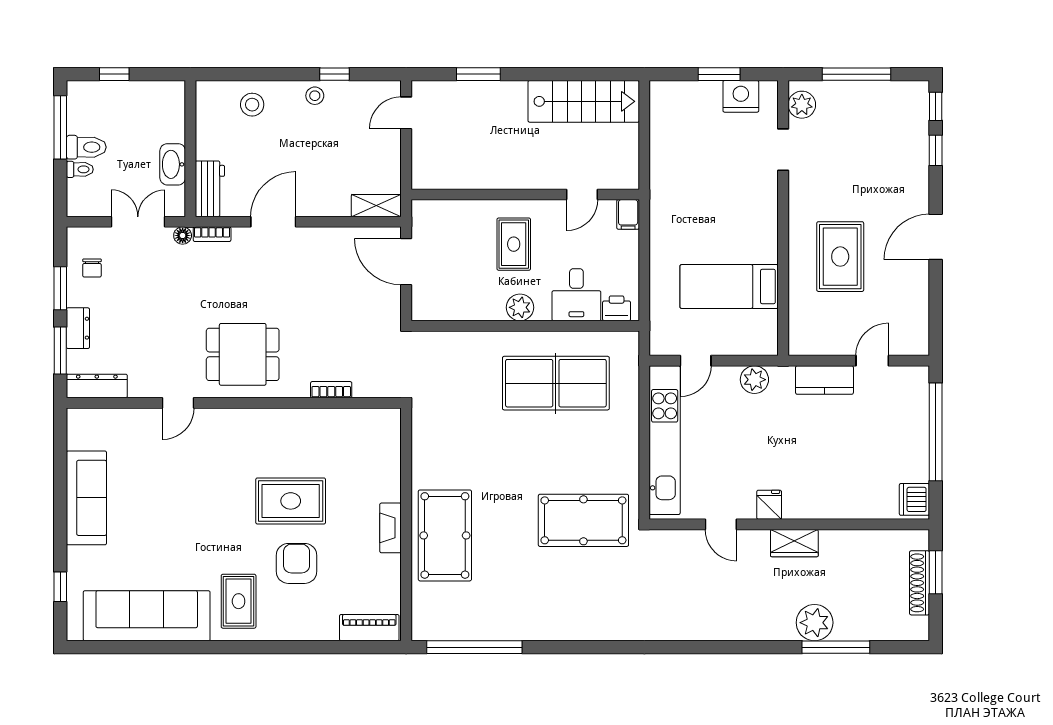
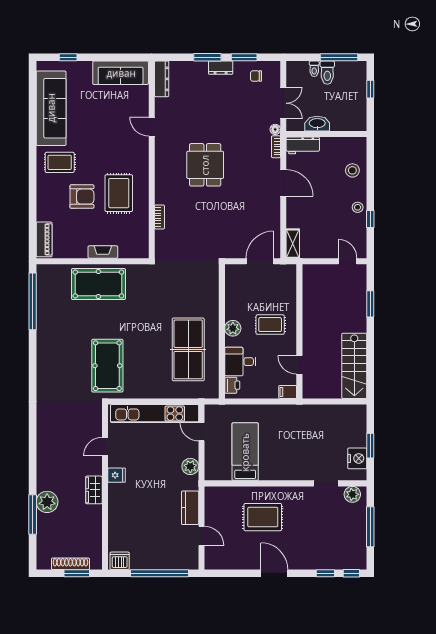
dresser: (97, 386) -> (162, 79), moved
bookcase: (331, 390) -> (160, 217), moved
door: (178, 403) -> (152, 127), moved
wall: (234, 403) -> (152, 160), moved

